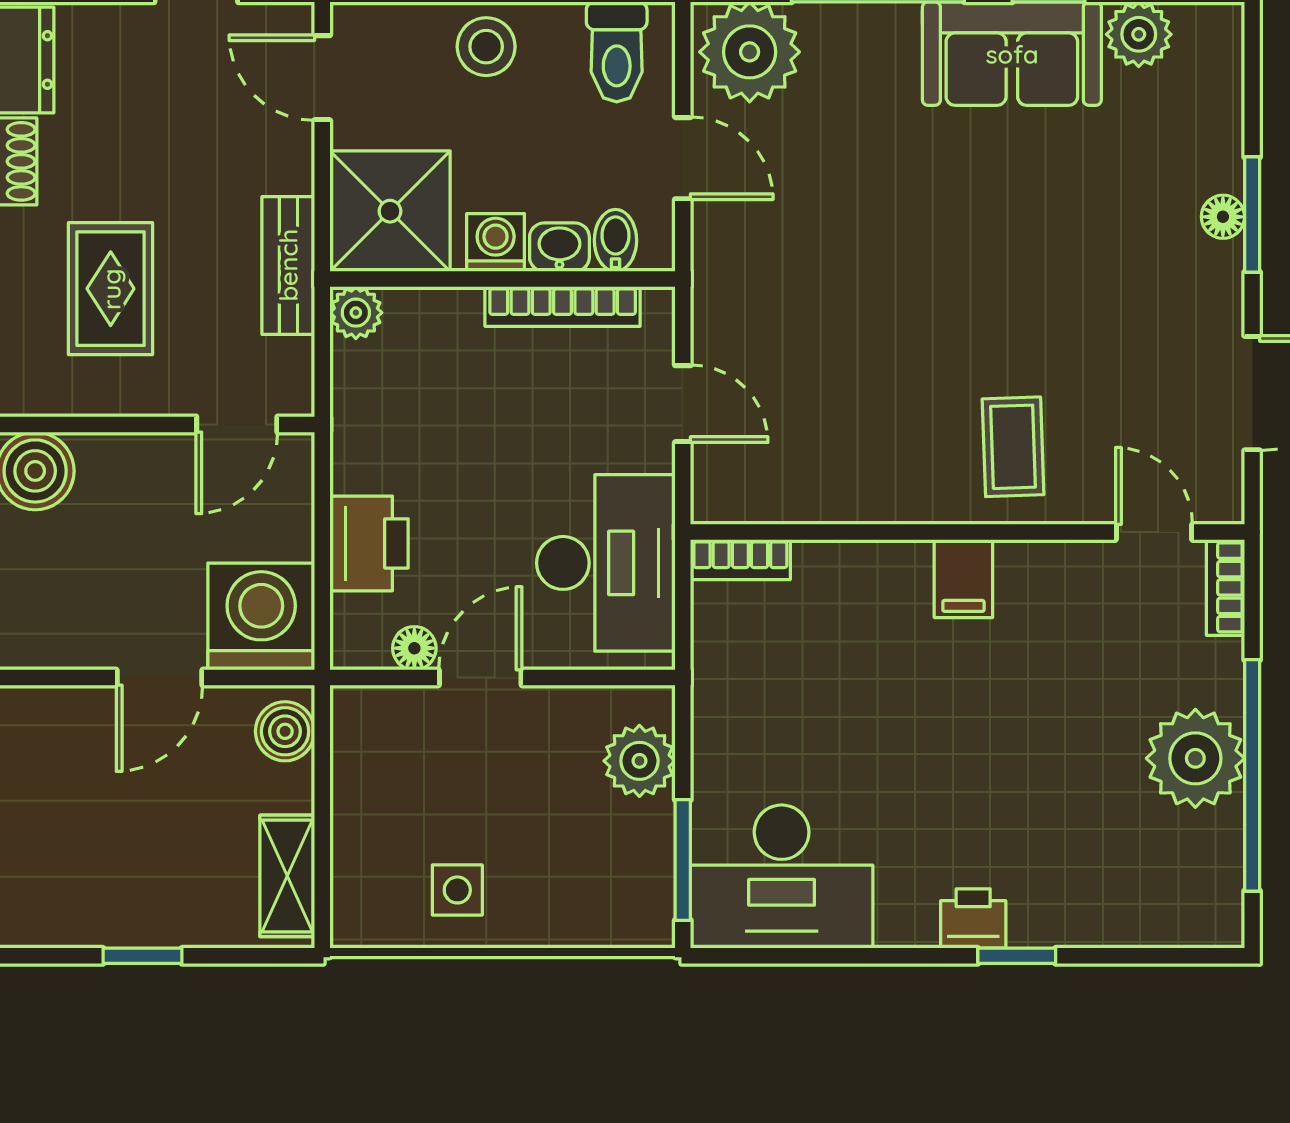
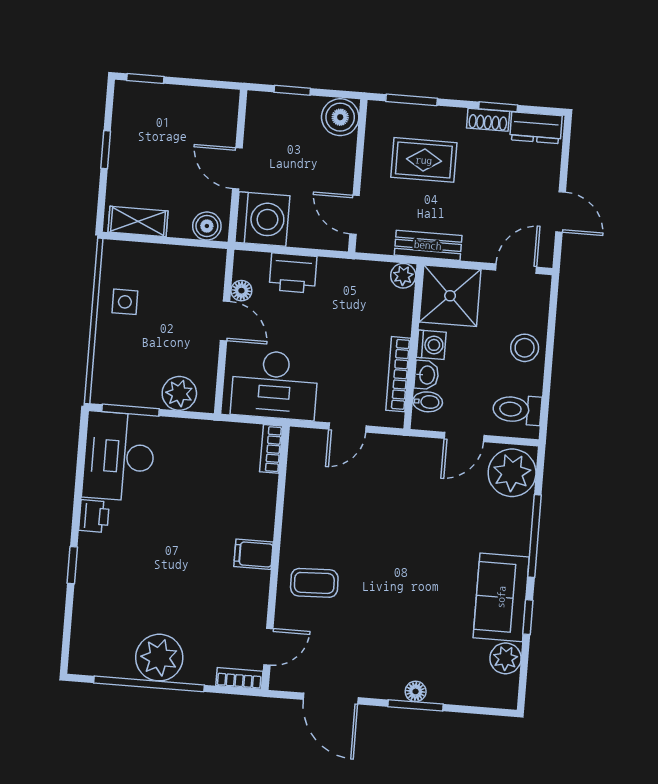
printer: (973, 919) -> (94, 516), moved

